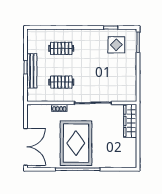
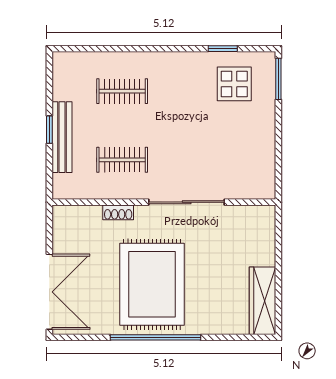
wardrobe: (130, 121) -> (263, 301), moved

